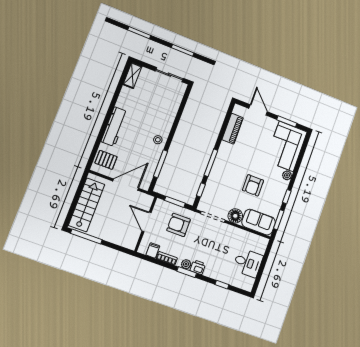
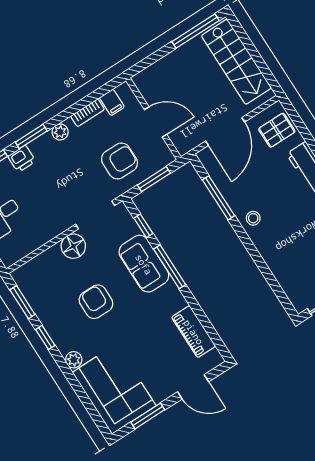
sofa: (259, 222) -> (144, 264), moved, turned 90
printer: (198, 267) -> (22, 159), moved
window: (187, 272) -> (31, 137), moved

